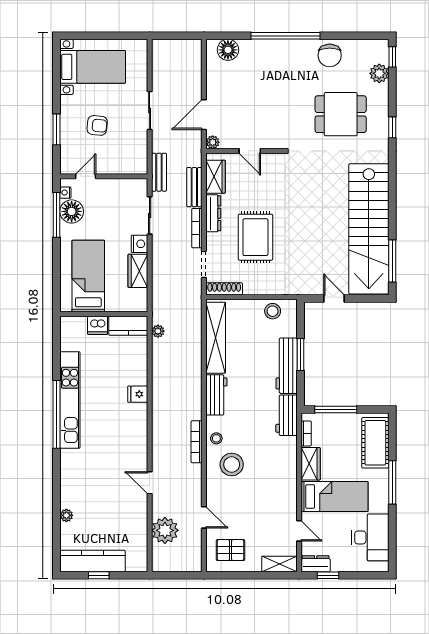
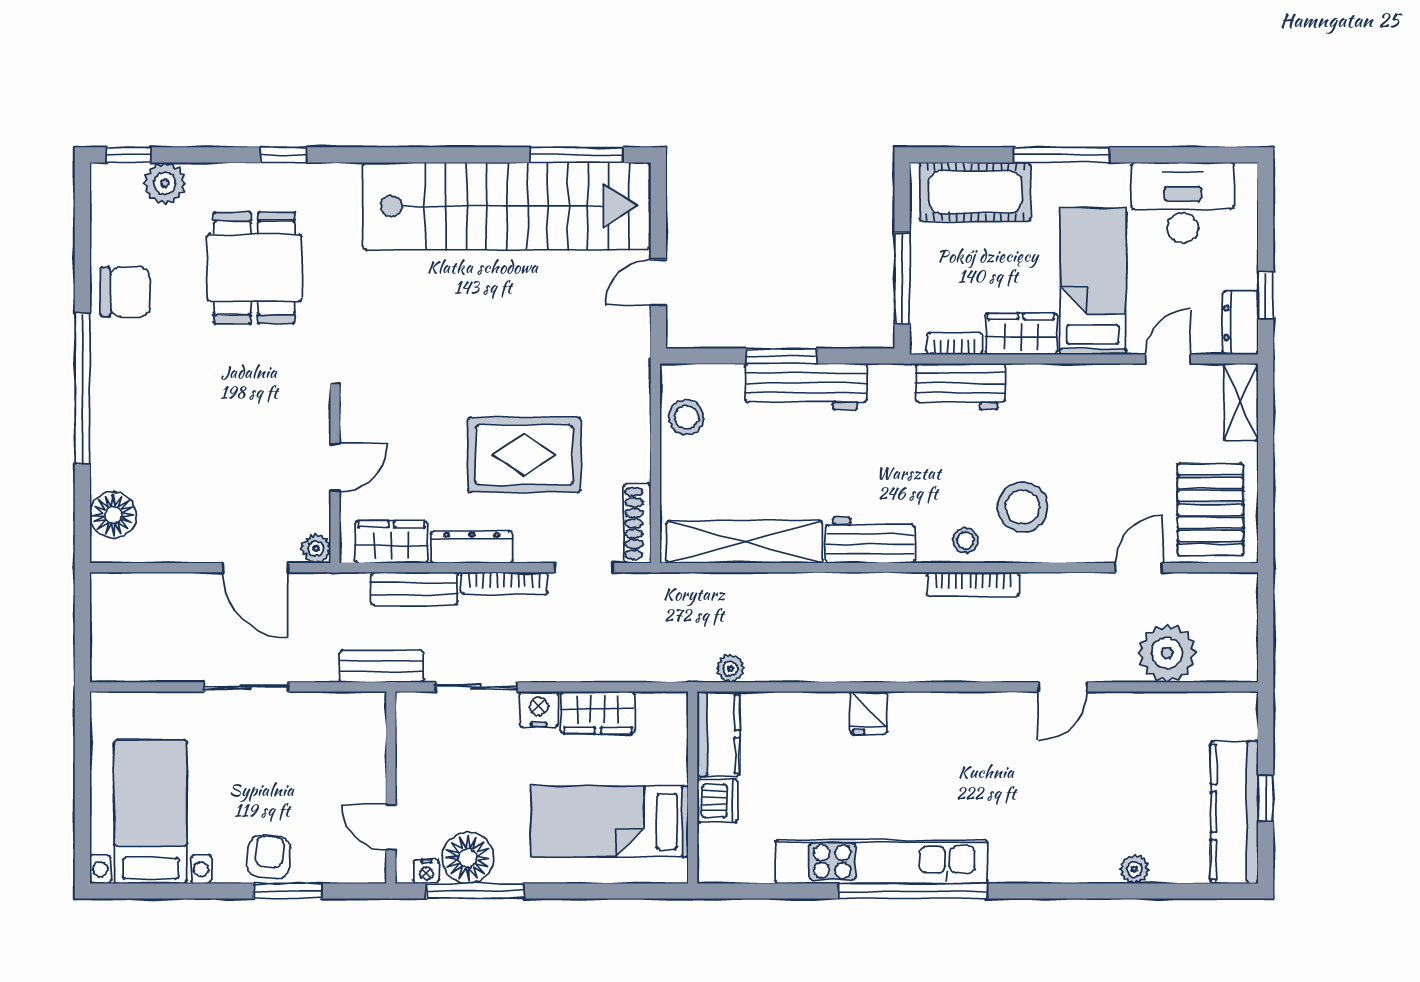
armchair: (97, 125) -> (269, 857), moved
workbench: (287, 415) -> (960, 387), moved
pallet: (231, 550) -> (1210, 509), width x1.50, depth x1.42

